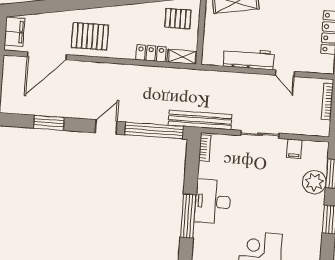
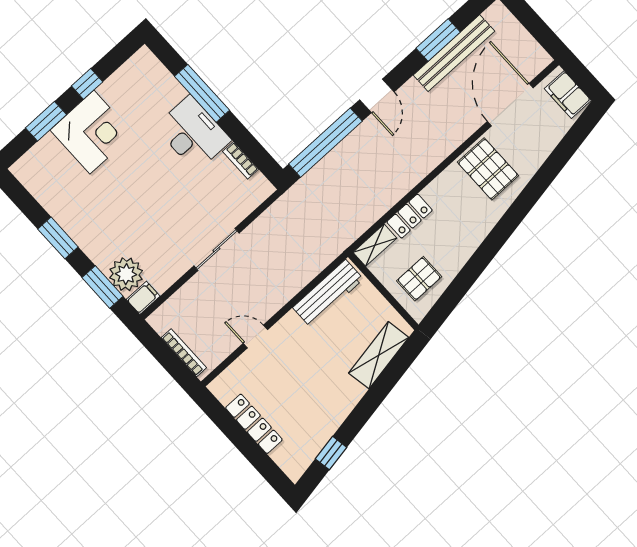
pallet: (90, 36) -> (488, 169), turned 90
workbench: (249, 59) -> (328, 293), moved
bench: (200, 120) -> (454, 53), moved
bookcase: (205, 148) -> (241, 160), moved
filing cabinet: (294, 149) -> (143, 298), moved, turned 90
plant: (314, 182) -> (126, 274), moved

